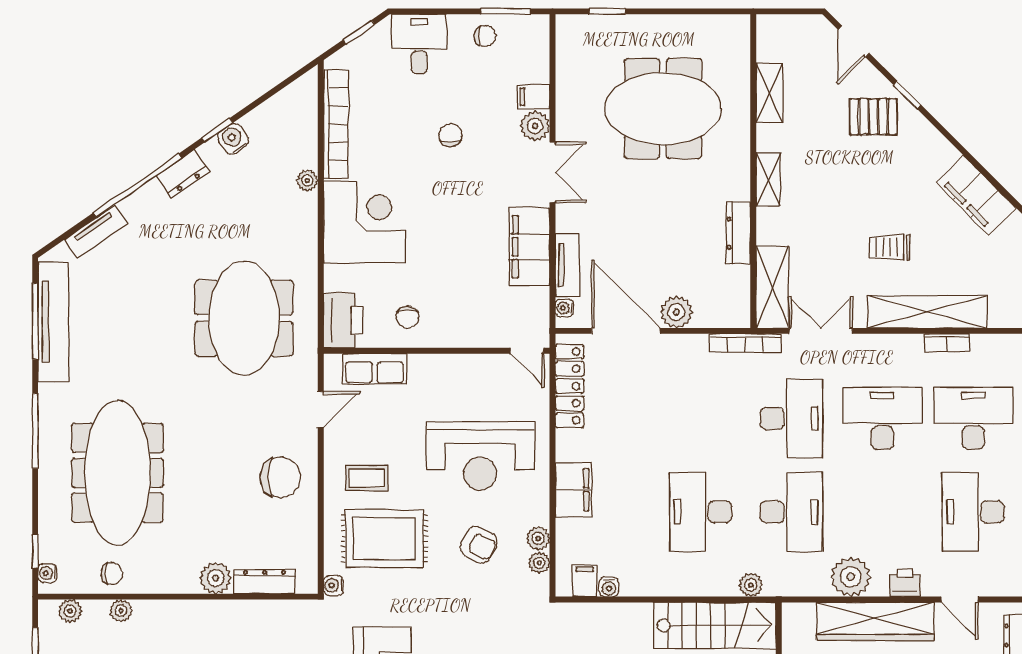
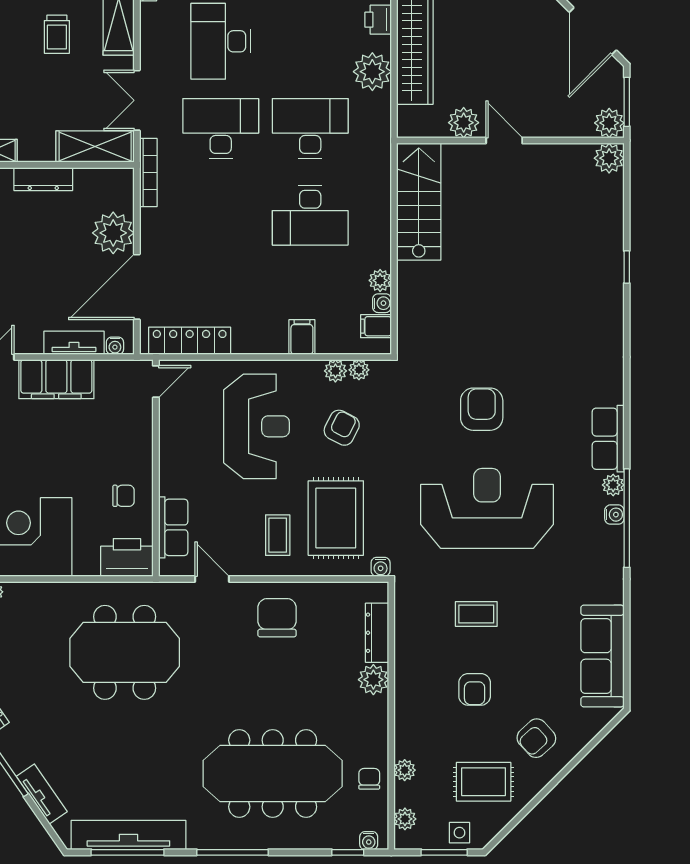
plant: (676, 312) -> (113, 233), width x1.36, depth x1.36
filing cabinet: (573, 490) -> (302, 337), width x0.50
plant: (751, 585) -> (380, 280), moved

